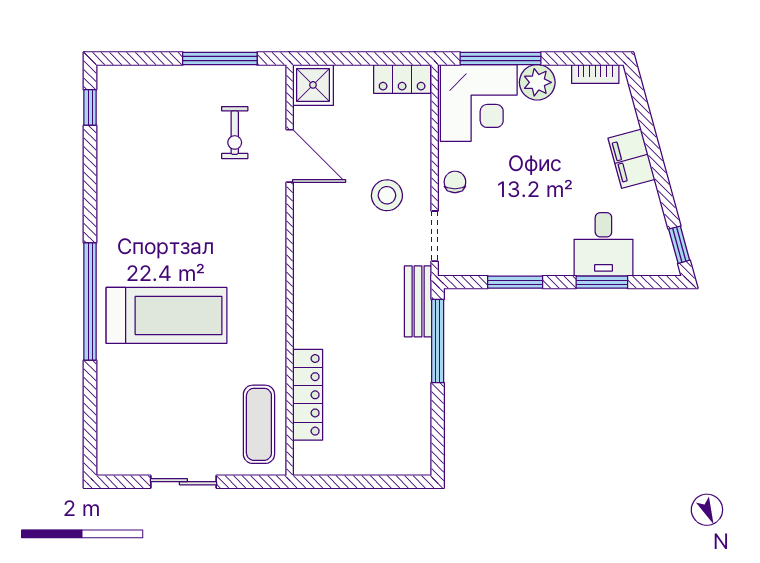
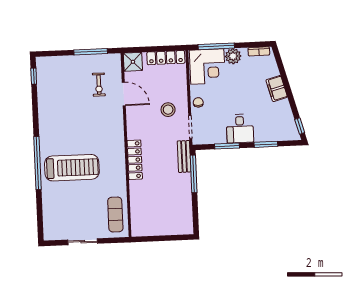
locker: (402, 79) -> (166, 58), width x1.53
desk: (603, 244) -> (240, 129), moved
locker: (308, 395) -> (135, 160), moved

